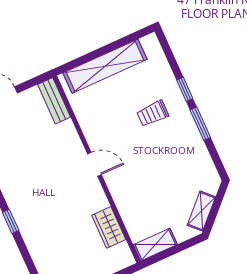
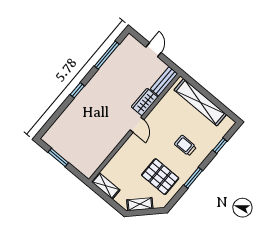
window: (185, 89) -> (220, 146), moved
pallet: (178, 167) -> (160, 177), added
wardrobe: (109, 227) -> (145, 102), moved

